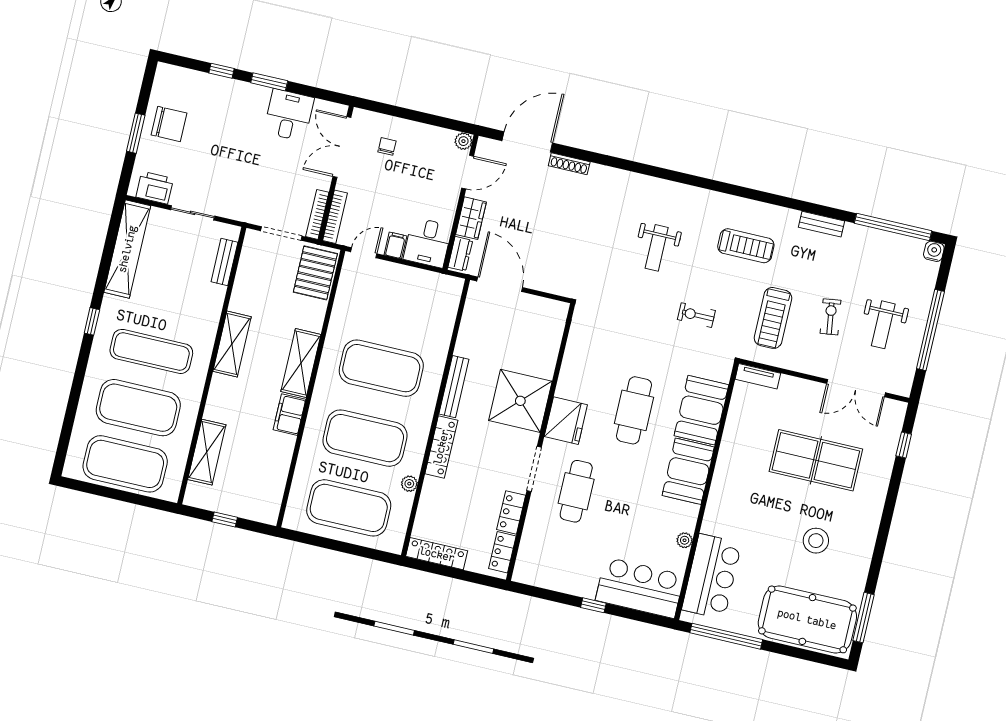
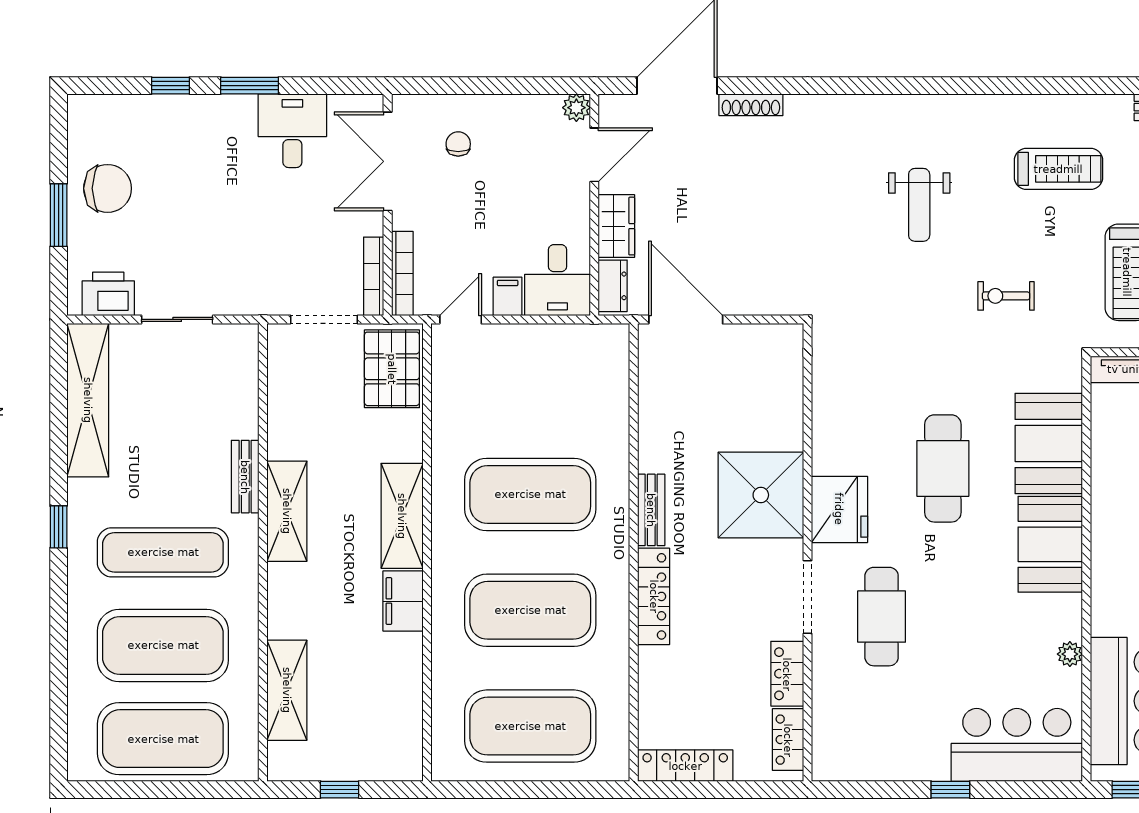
bench: (224, 262) -> (245, 477), moved
bench: (454, 387) -> (651, 510), width x0.73
plant: (409, 484) -> (617, 666), removed

